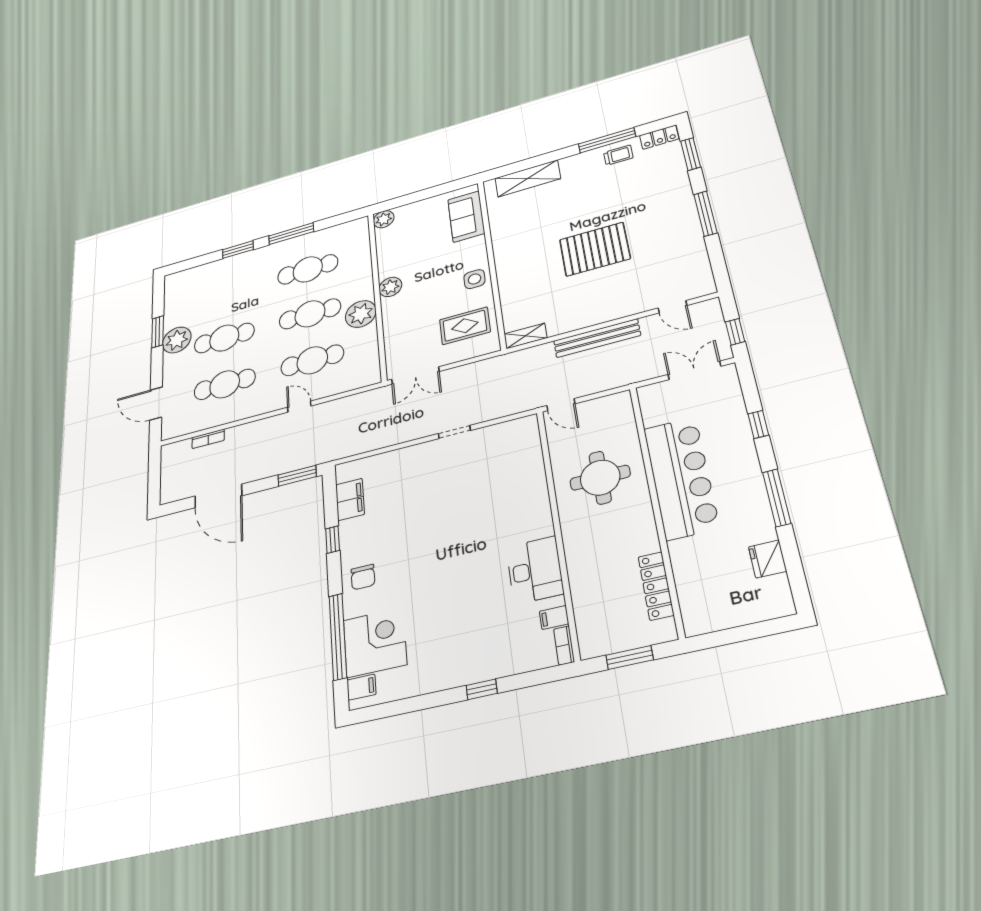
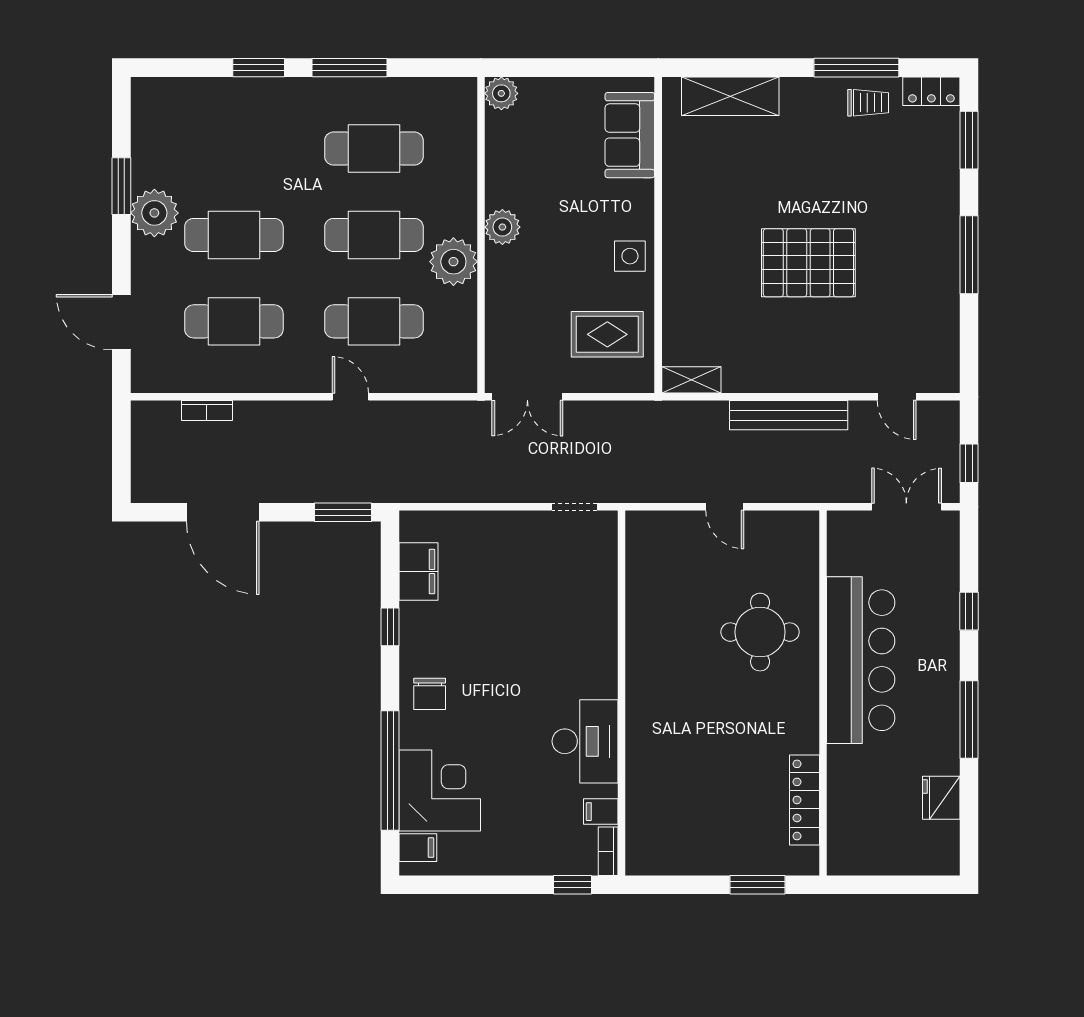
wall: (558, 530) -> (622, 693), moved
desk: (535, 570) -> (585, 741), moved
filing cabinet: (554, 617) -> (601, 812), moved
bookcase: (564, 645) -> (608, 851), moved

